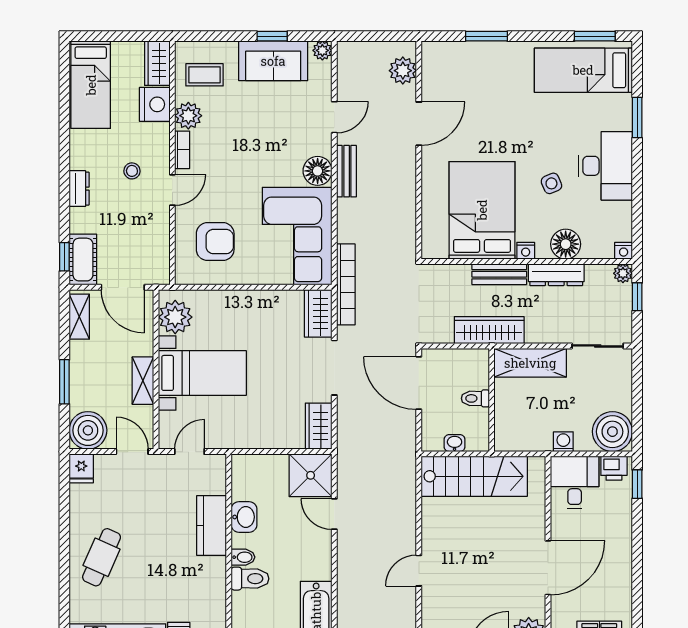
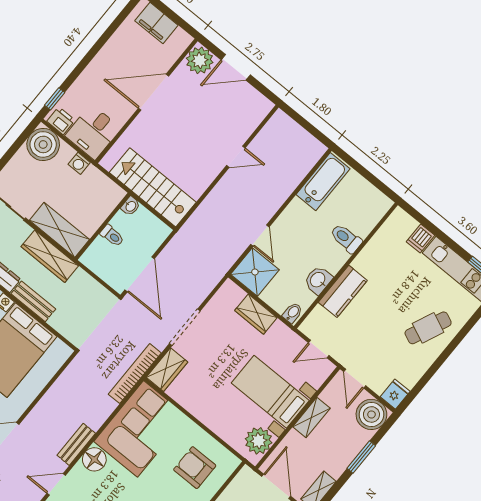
wardrobe: (489, 330) -> (50, 256), moved
wardrobe: (319, 426) -> (256, 314), moved, turned 90
washbasin: (455, 443) -> (131, 206), moved, turned -90
bidet: (243, 557) -> (293, 313), moved, turned 90

